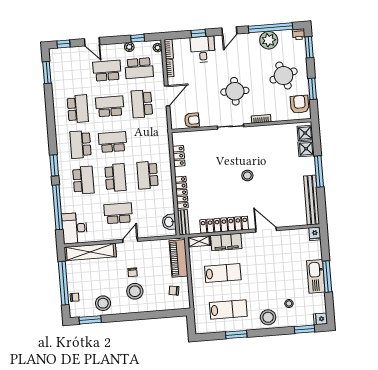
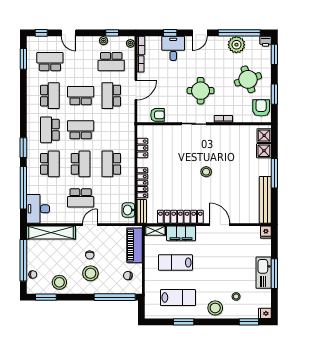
school desk: (107, 71) -> (50, 62), moved
school desk: (118, 213) -> (81, 198), turned 180
lab bench: (223, 273) -> (175, 263), turned 180
window: (162, 314) -> (115, 297), added

